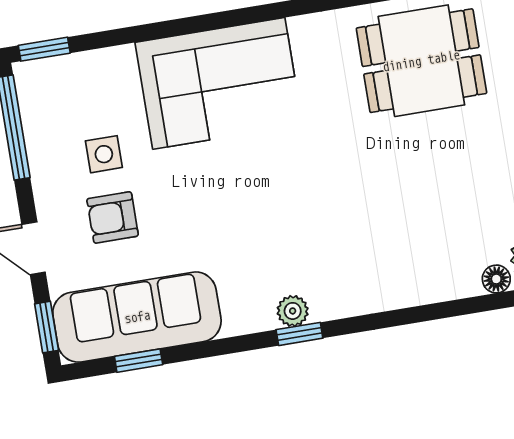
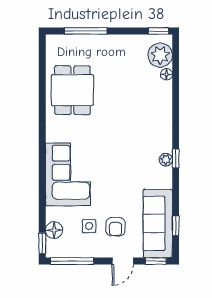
floor lamp: (80, 72) -> (54, 230), added

